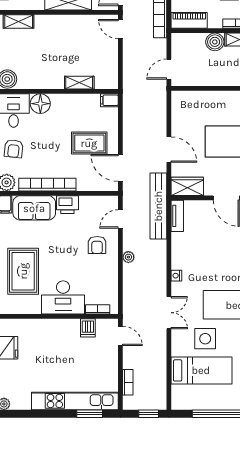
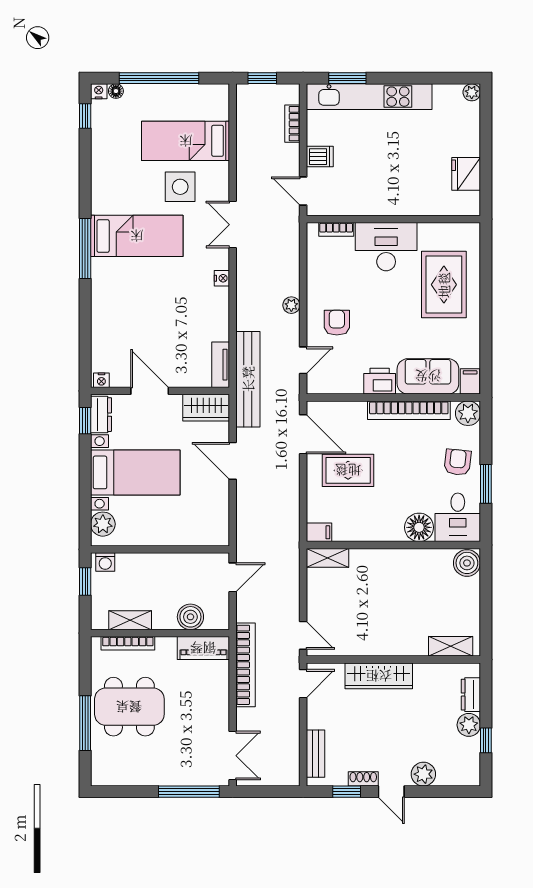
boiler: (215, 42) -> (190, 617), moved
shelving: (79, 83) -> (328, 558), moved
dishwasher: (88, 328) -> (320, 157), moved, turned 90

